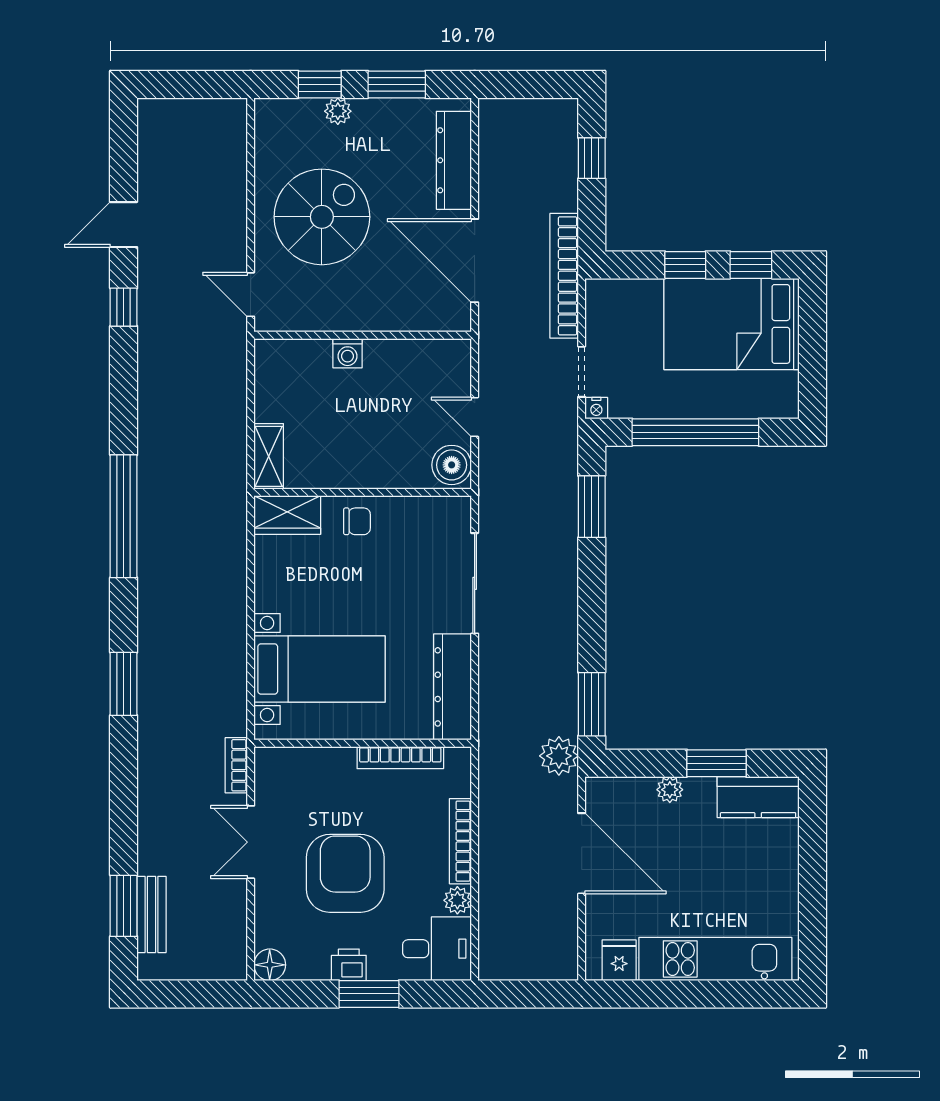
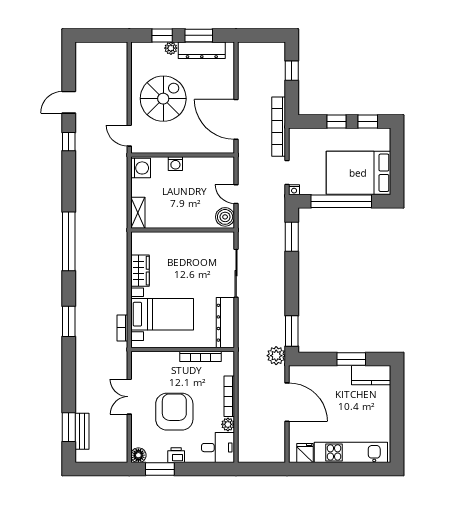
dresser: (454, 160) -> (202, 50), moved, turned -90
bed: (731, 324) -> (358, 173), moved
washing machine: (274, 362) -> (141, 168), added
wardrobe: (287, 515) -> (140, 271), moved, turned -90
chair: (357, 521) -> (180, 244), removed
bookcase: (236, 765) -> (122, 328), moved
plant: (670, 790) -> (329, 372), removed
window: (369, 994) -> (160, 469), moved

